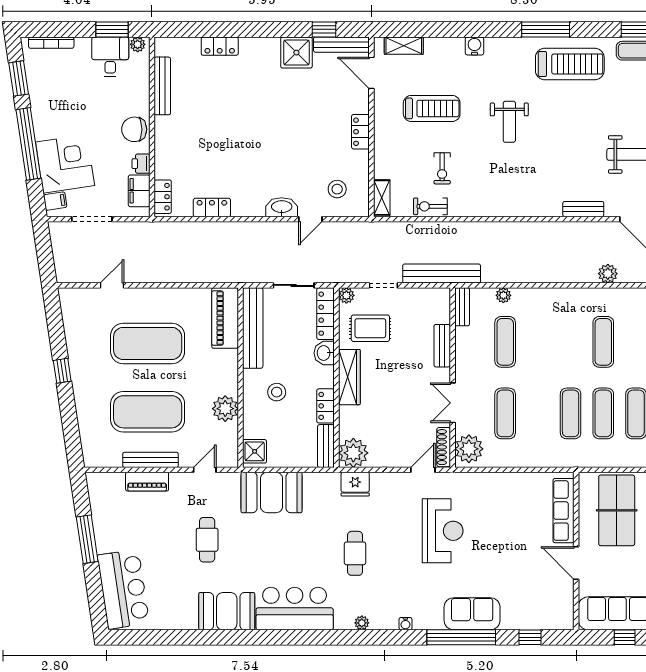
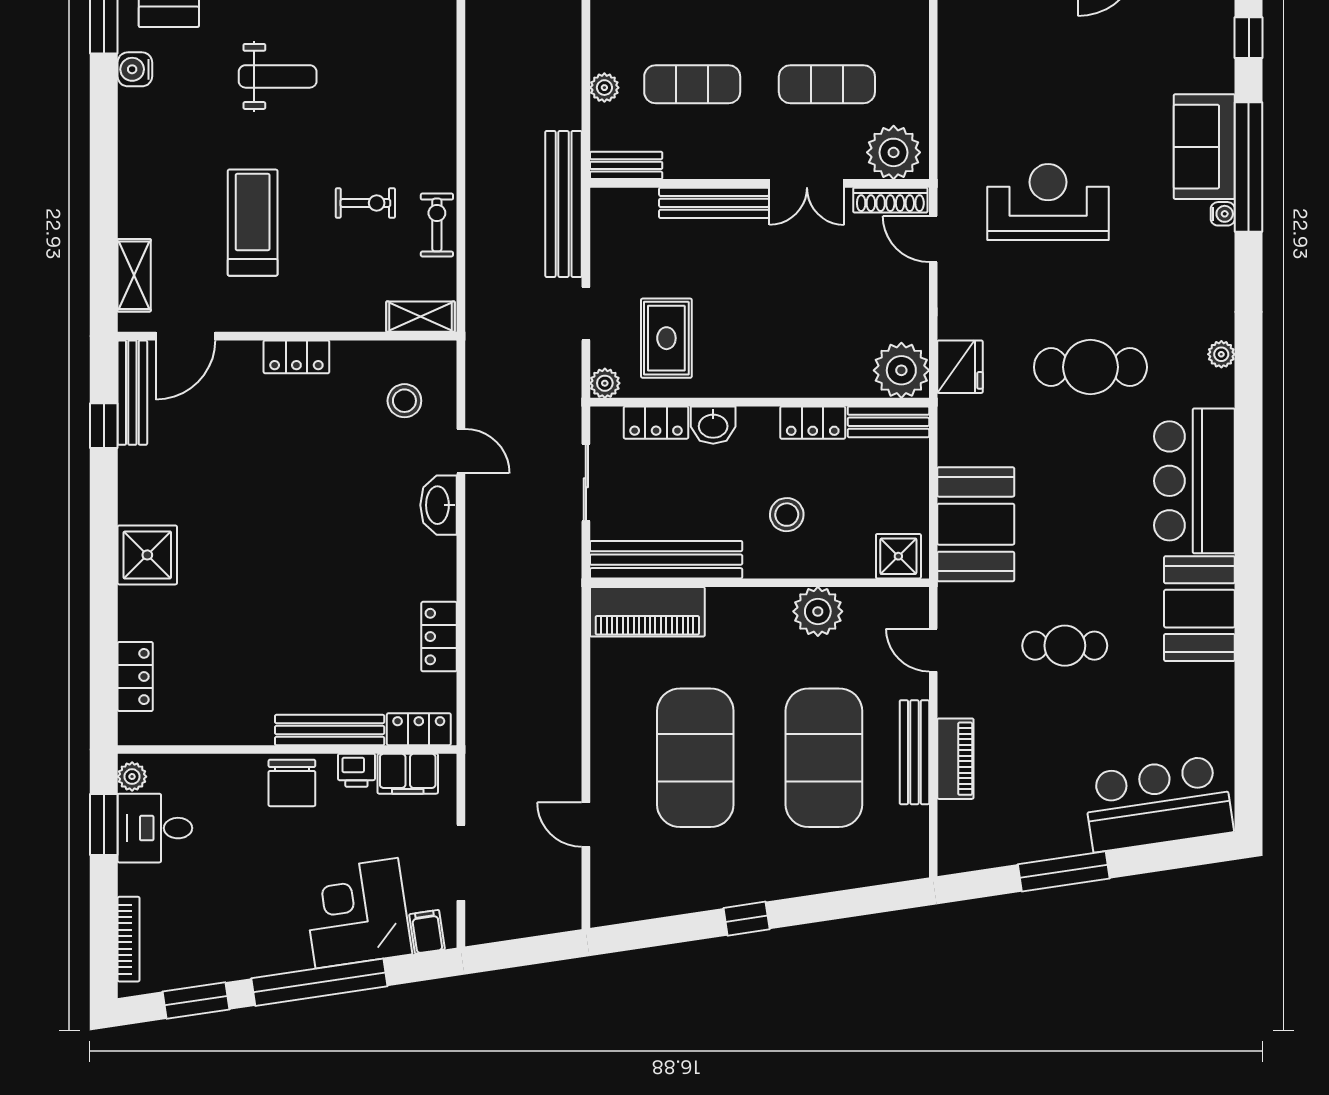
locker: (220, 46) -> (135, 676), moved
water cooler: (474, 46) -> (135, 69), moved
shower: (296, 53) -> (147, 555), moved
bench: (162, 86) -> (330, 730), moved
exercise bike: (430, 206) -> (437, 225), turned 180
locker: (326, 314) -> (656, 423), width x0.66
bench: (442, 346) -> (714, 203), width x1.36
wardrobe: (349, 377) -> (758, 378), removed
cafe table: (355, 553) -> (1090, 367), width x1.37, depth x1.35
water cooler: (405, 624) -> (1223, 214), moved

